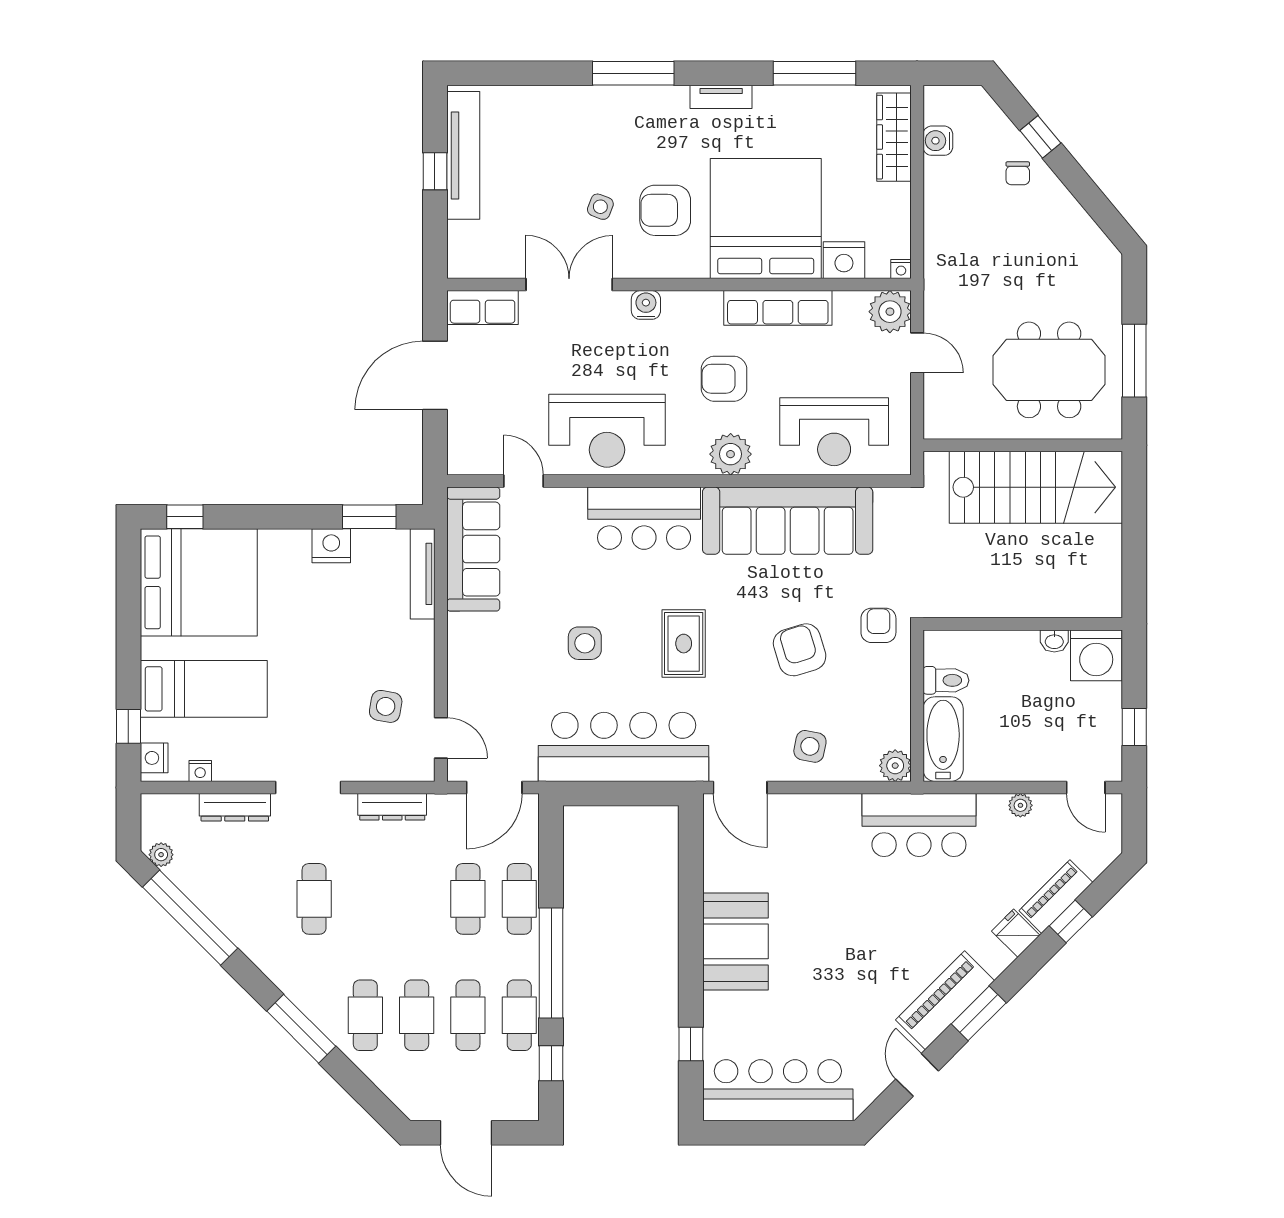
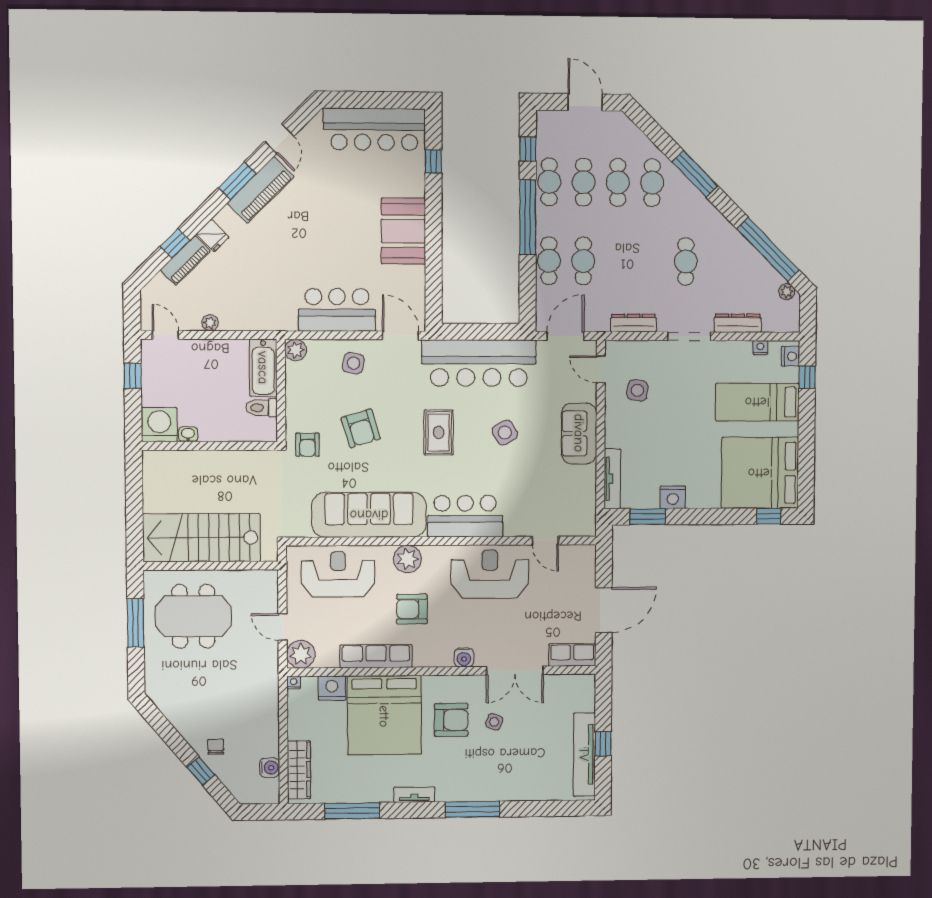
armchair: (724, 379) -> (412, 609), turned 180
sofa: (473, 549) -> (579, 433), moved, width x0.73
side table: (585, 643) -> (505, 433), turned -31
bar counter: (919, 825) -> (337, 310), moved

